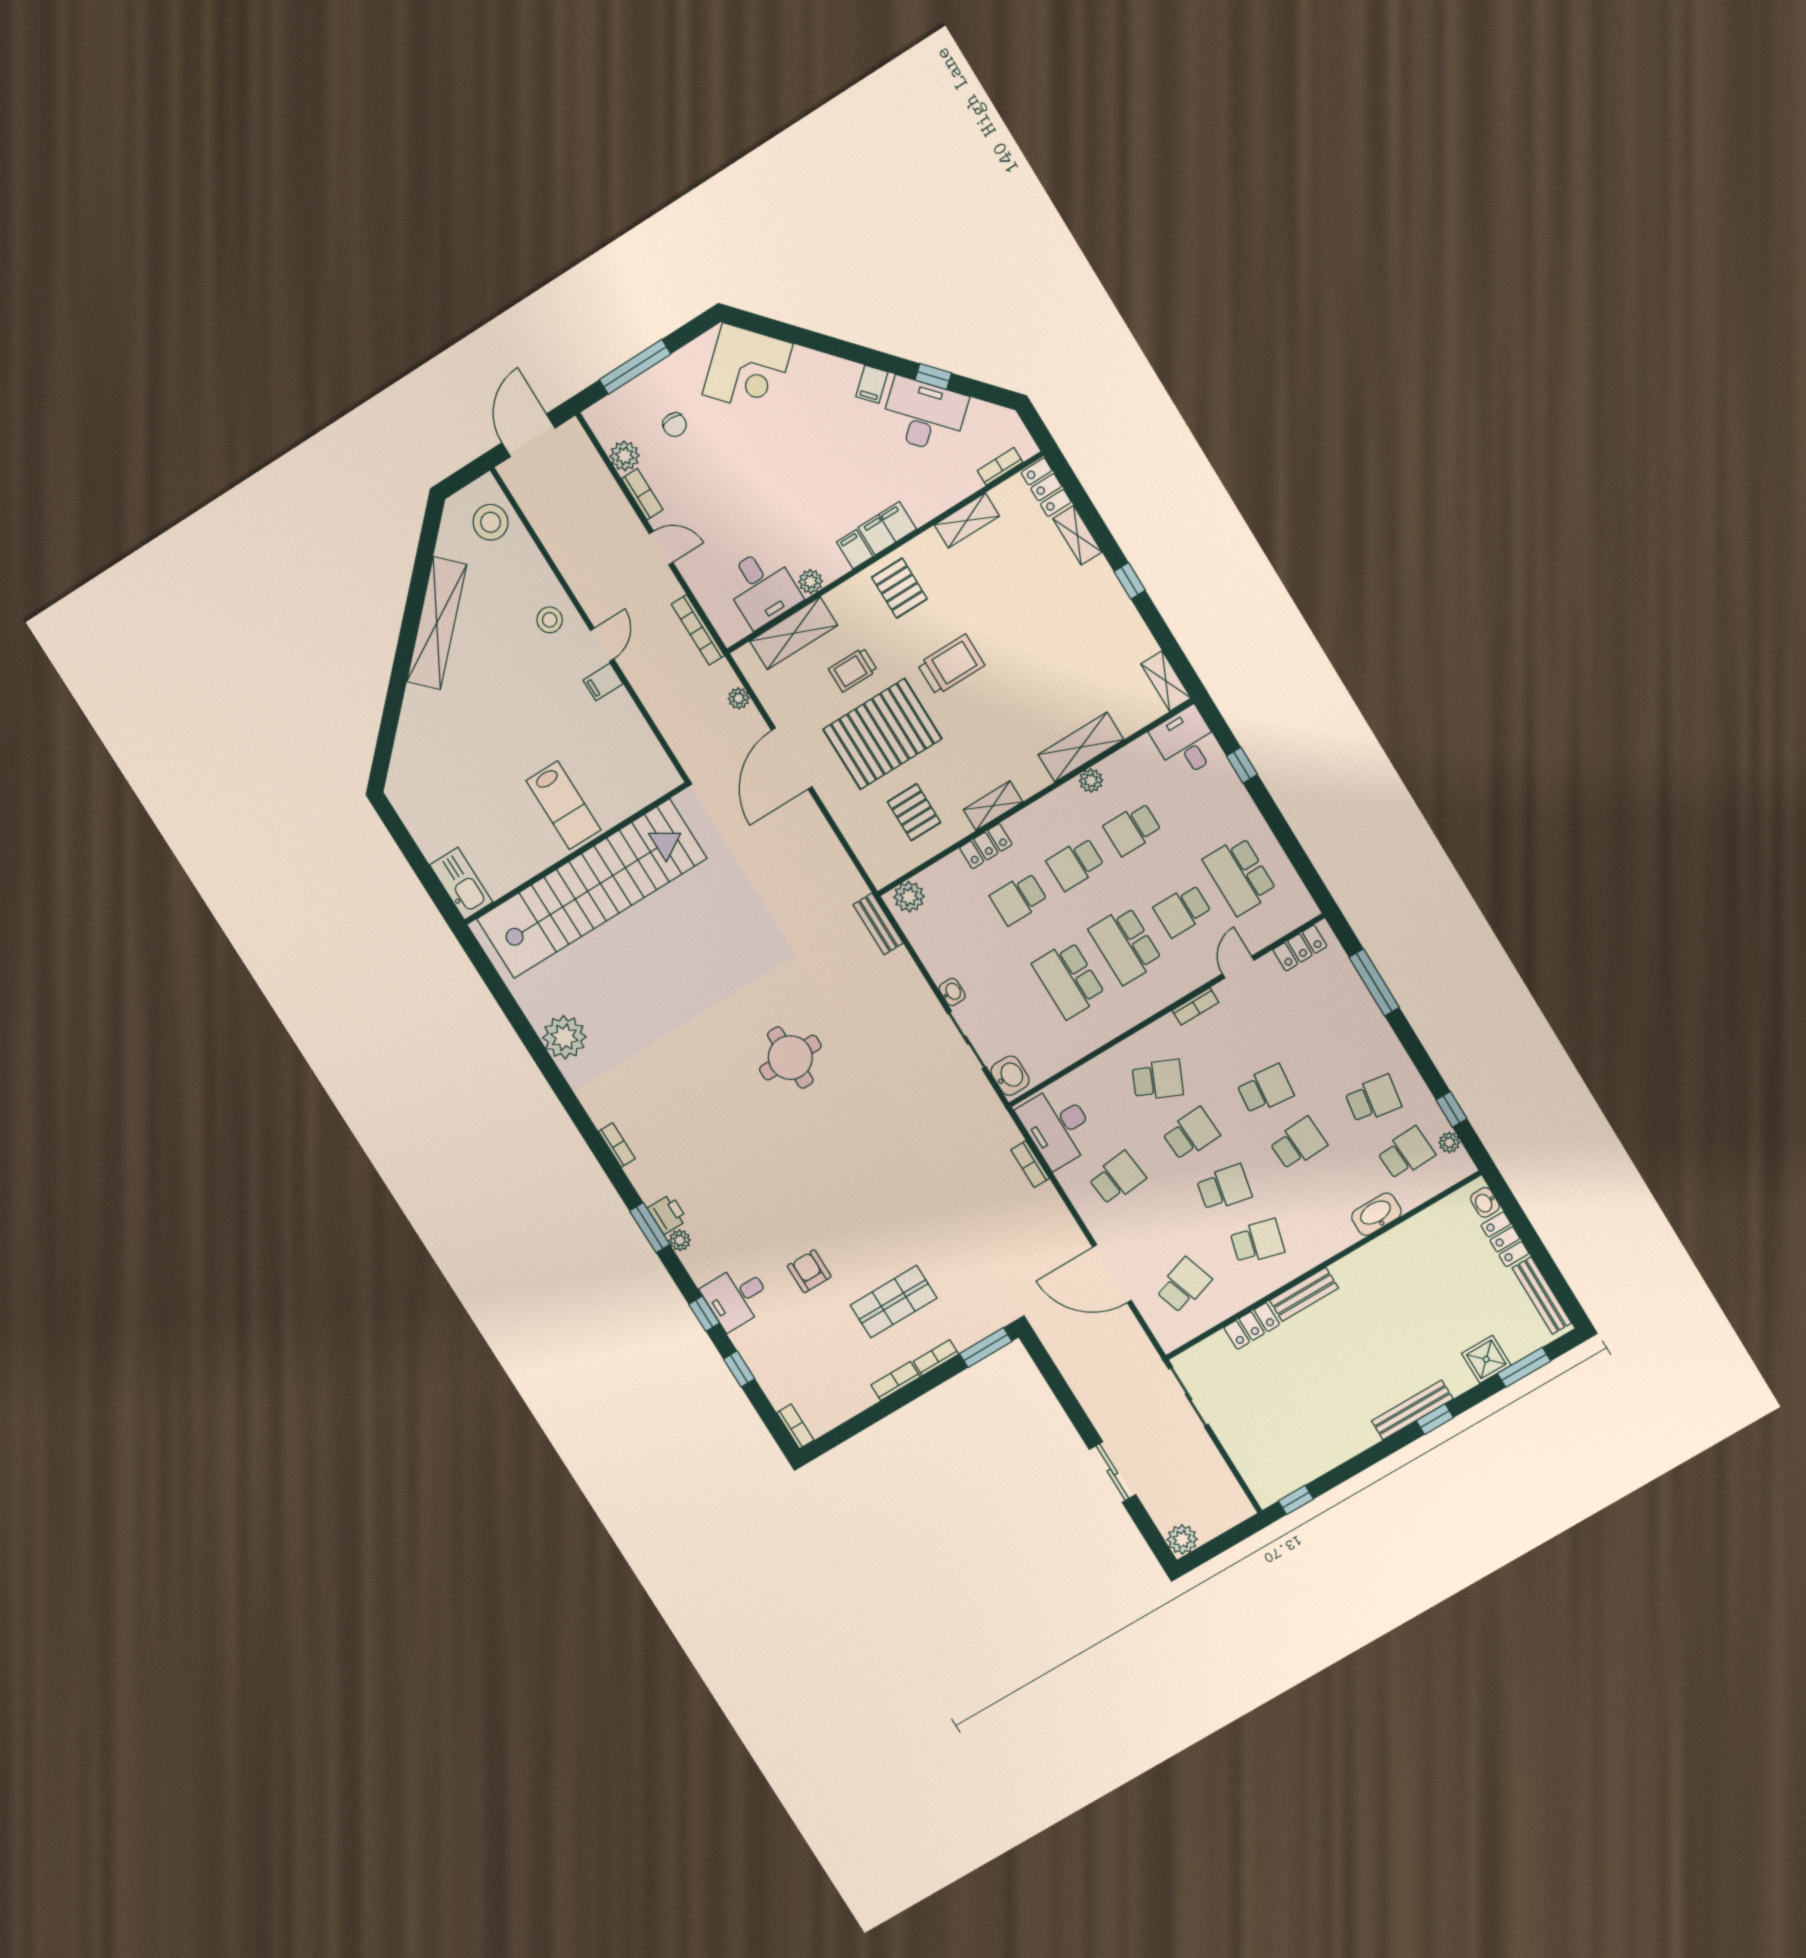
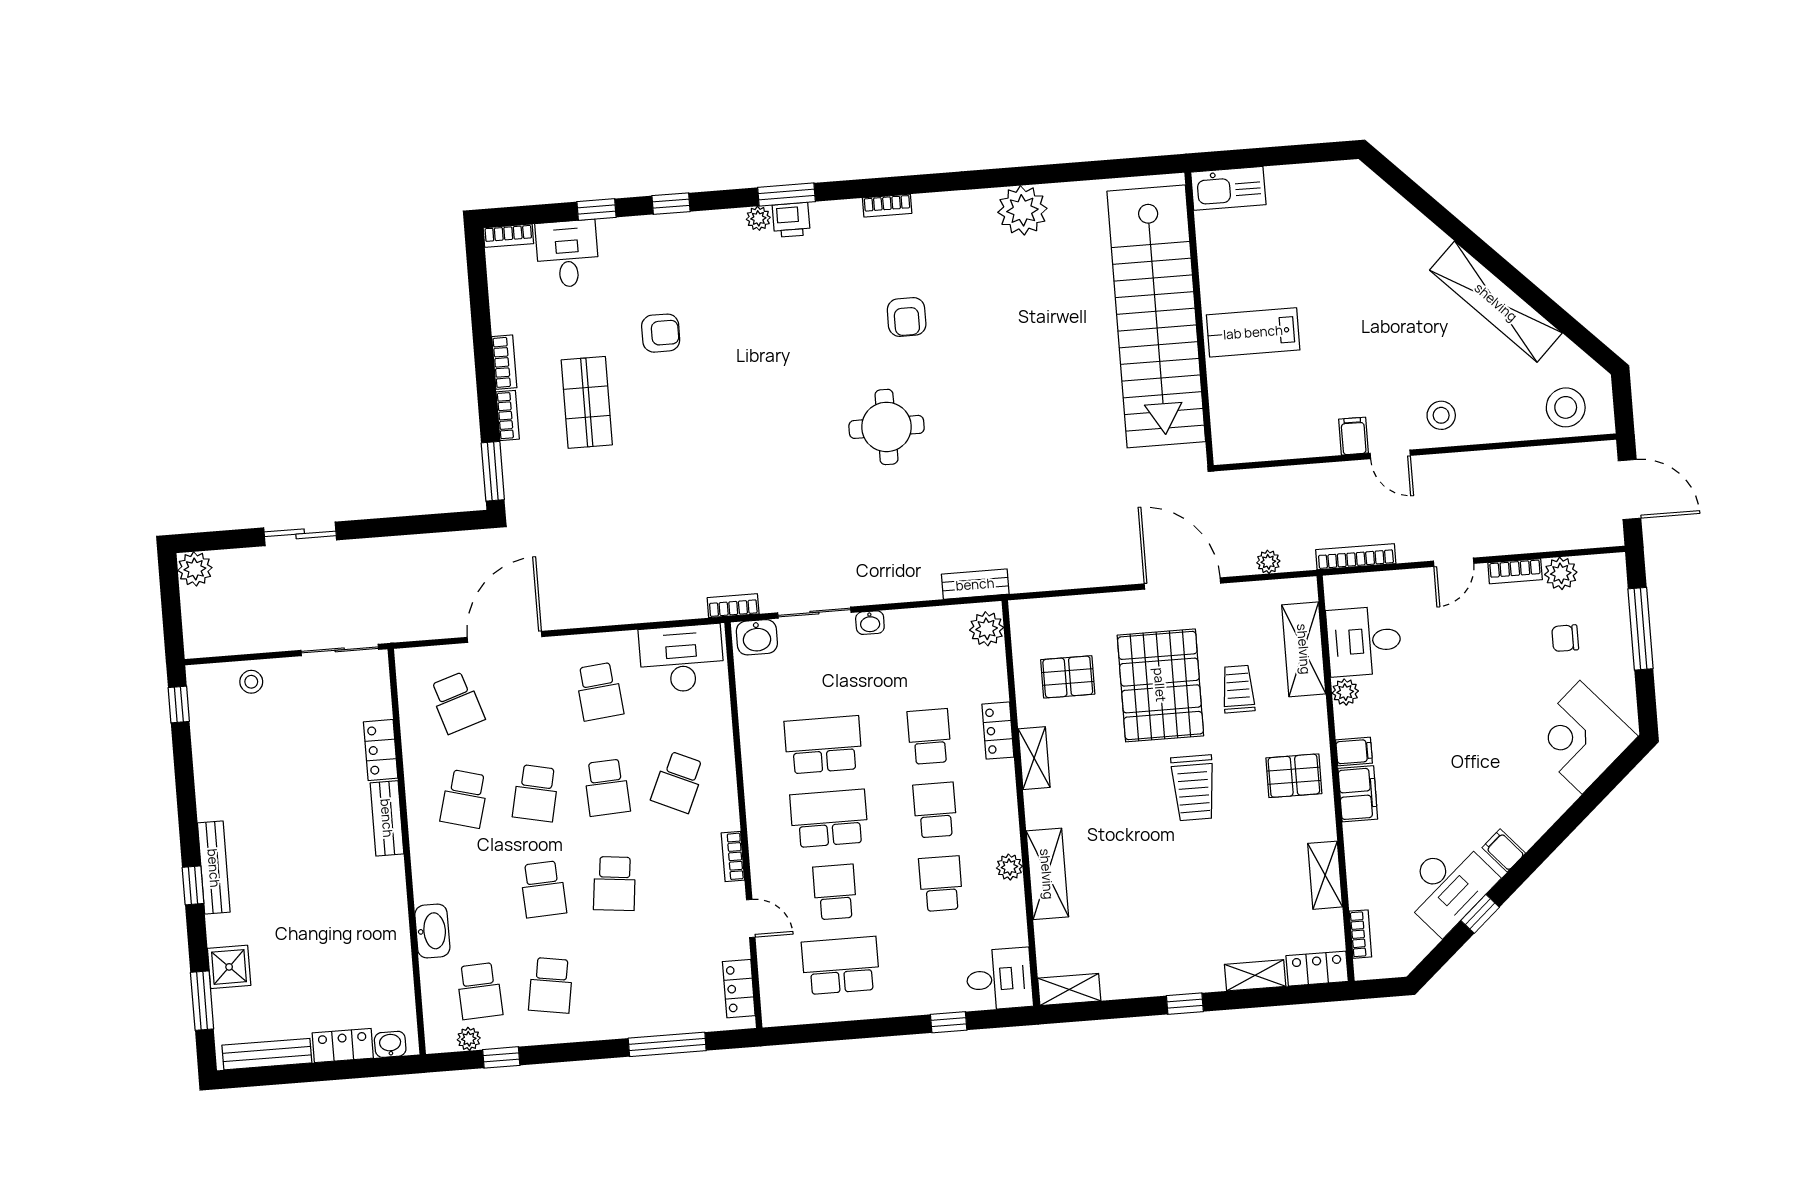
armchair: (696, 1086) -> (907, 317), added
bookcase: (1030, 1164) -> (733, 606), moved
desk: (737, 1297) -> (567, 254), moved
stool: (1249, 1453) -> (251, 682), added

